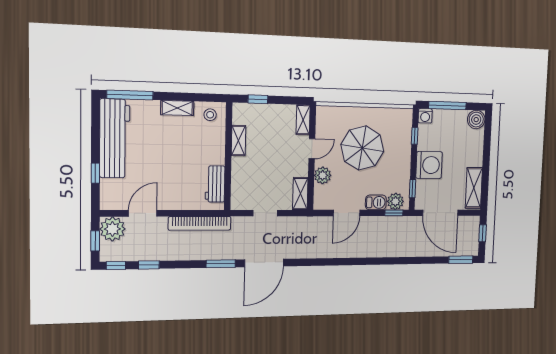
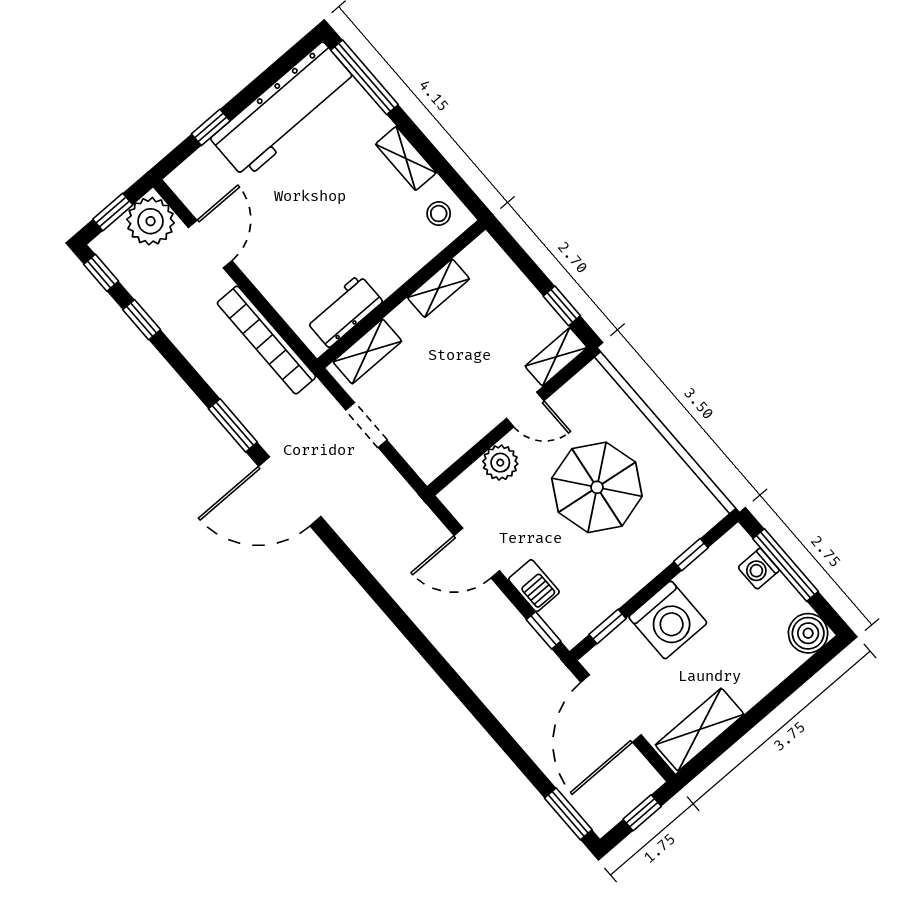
window: (258, 99) -> (562, 306), moved
washing machine: (425, 116) -> (759, 569), moved
shelving: (300, 194) -> (367, 351), moved
plant: (395, 201) -> (563, 616), removed
door: (143, 213) -> (210, 244), hinge flipped

